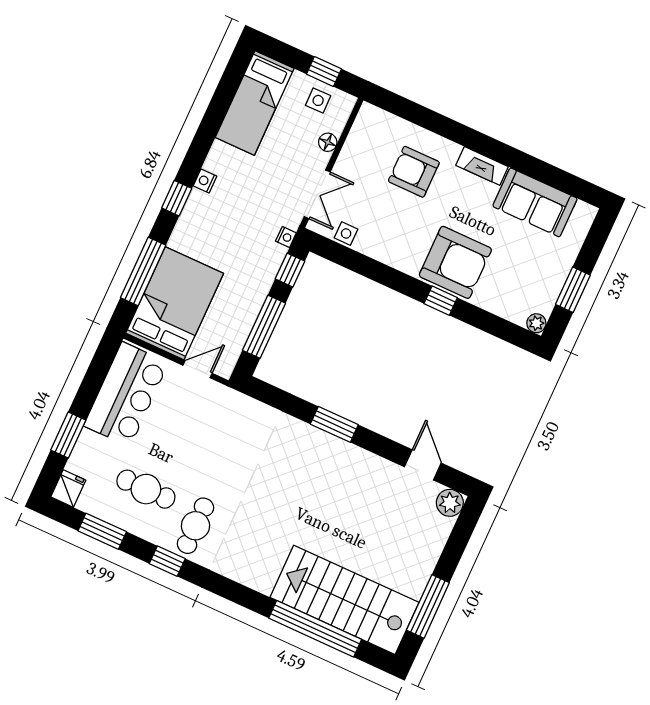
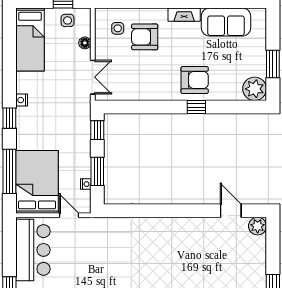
side table: (346, 233) -> (118, 28), moved
nightstand: (286, 237) -> (86, 184), moved
armchair: (455, 262) -> (195, 80), width x0.73, depth x0.73
plant: (536, 323) -> (255, 89), width x1.87, depth x1.87
window: (264, 327) -> (97, 171), width x0.69
door: (197, 369) -> (69, 215), hinge flipped
window: (334, 424) -> (166, 211), removed

